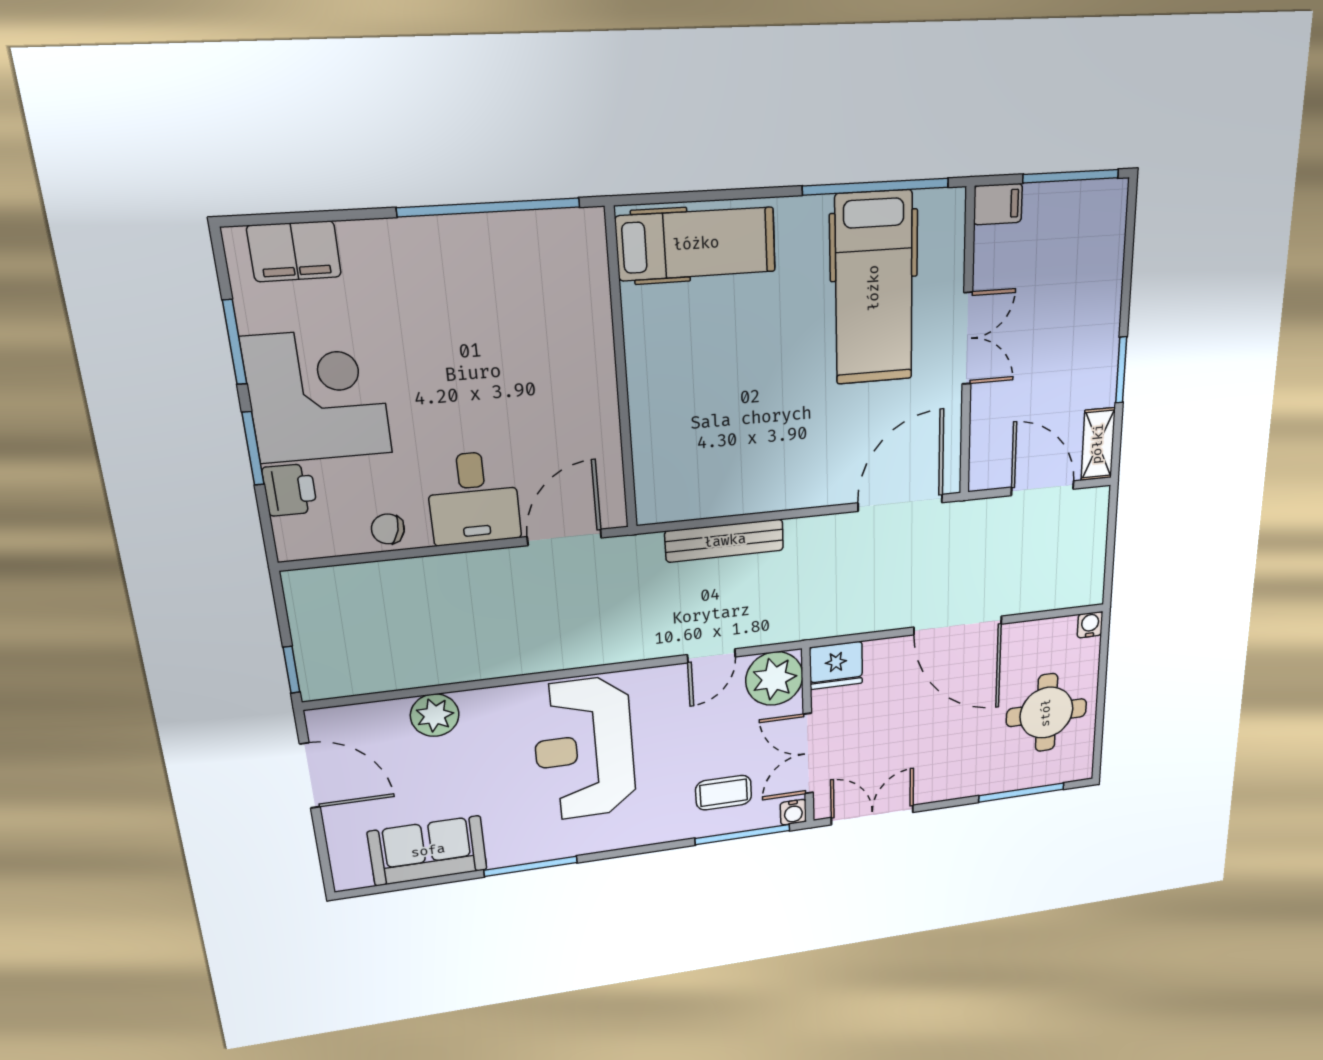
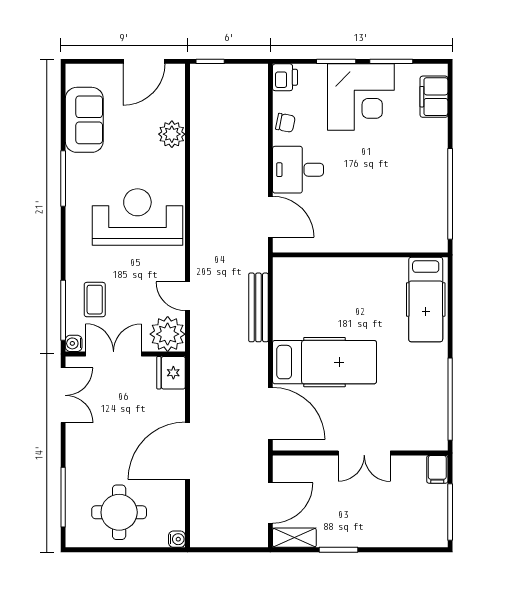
hospital bed: (874, 288) -> (325, 362), moved, turned 180
printer: (290, 490) -> (285, 77), moved, turned -90
chair: (388, 529) -> (285, 123), turned 86

